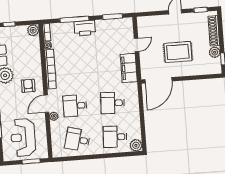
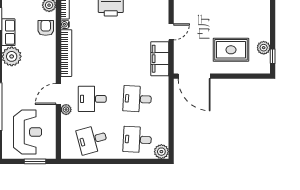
shoe rack: (214, 31) -> (265, 22), removed
rug: (178, 52) -> (231, 50), moved
door: (158, 80) -> (194, 76), hinge flipped
armchair: (28, 86) -> (46, 28), moved
reception desk: (23, 137) -> (27, 132), turned 180
desk: (78, 140) -> (92, 140), turned -30

